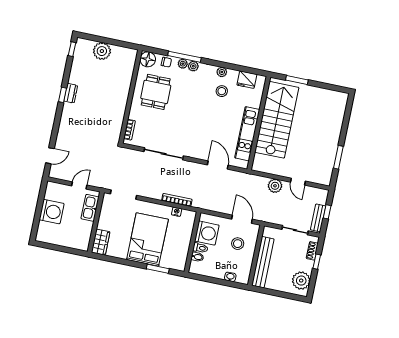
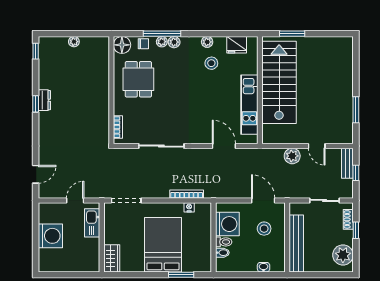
plant: (102, 51) -> (74, 42), width x0.53, depth x0.53
bench: (318, 218) -> (347, 163), moved

